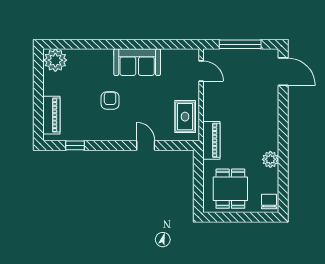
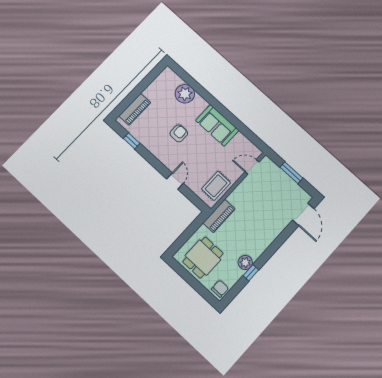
window: (240, 44) -> (291, 173), width x0.69
plant: (55, 60) -> (185, 94), moved
door: (201, 71) -> (252, 167), swing flipped
window: (283, 164) -> (251, 273), added

